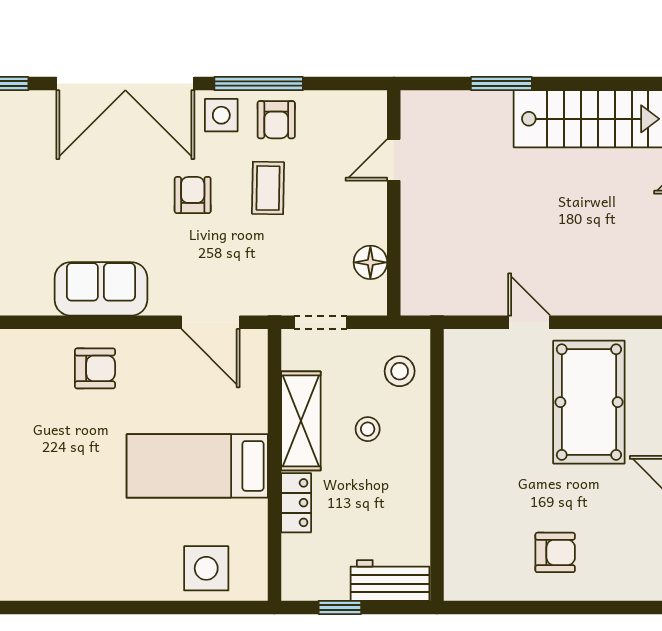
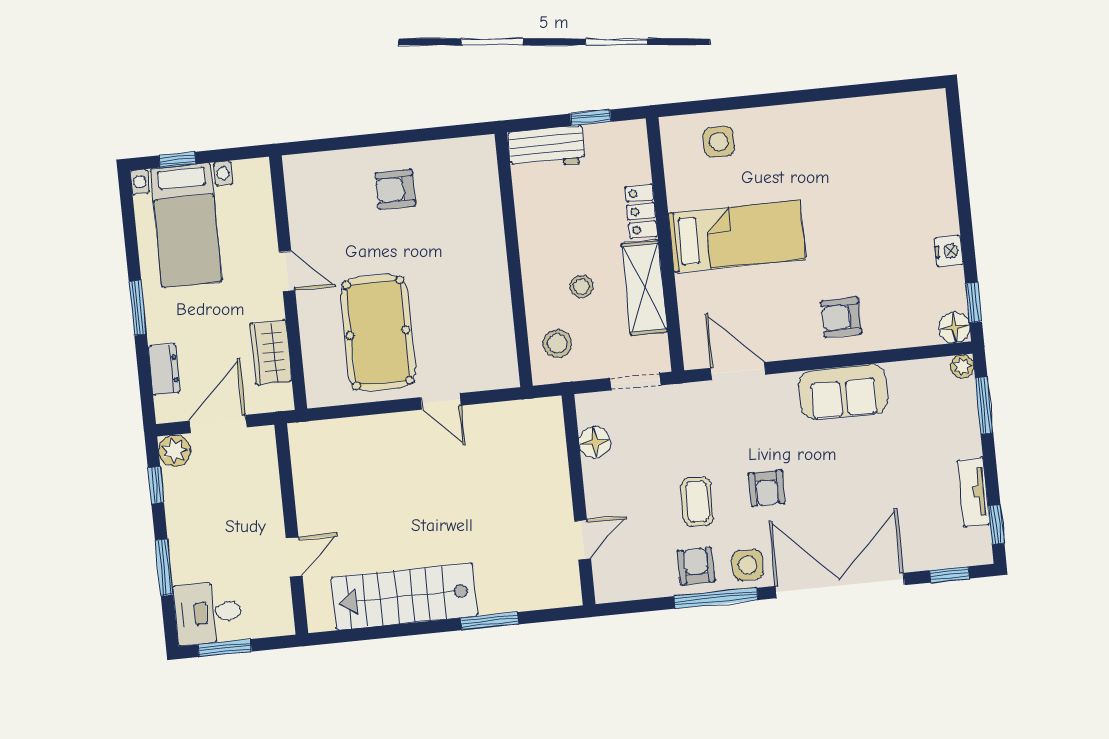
side table: (206, 568) -> (719, 142), width x0.73, depth x0.73

